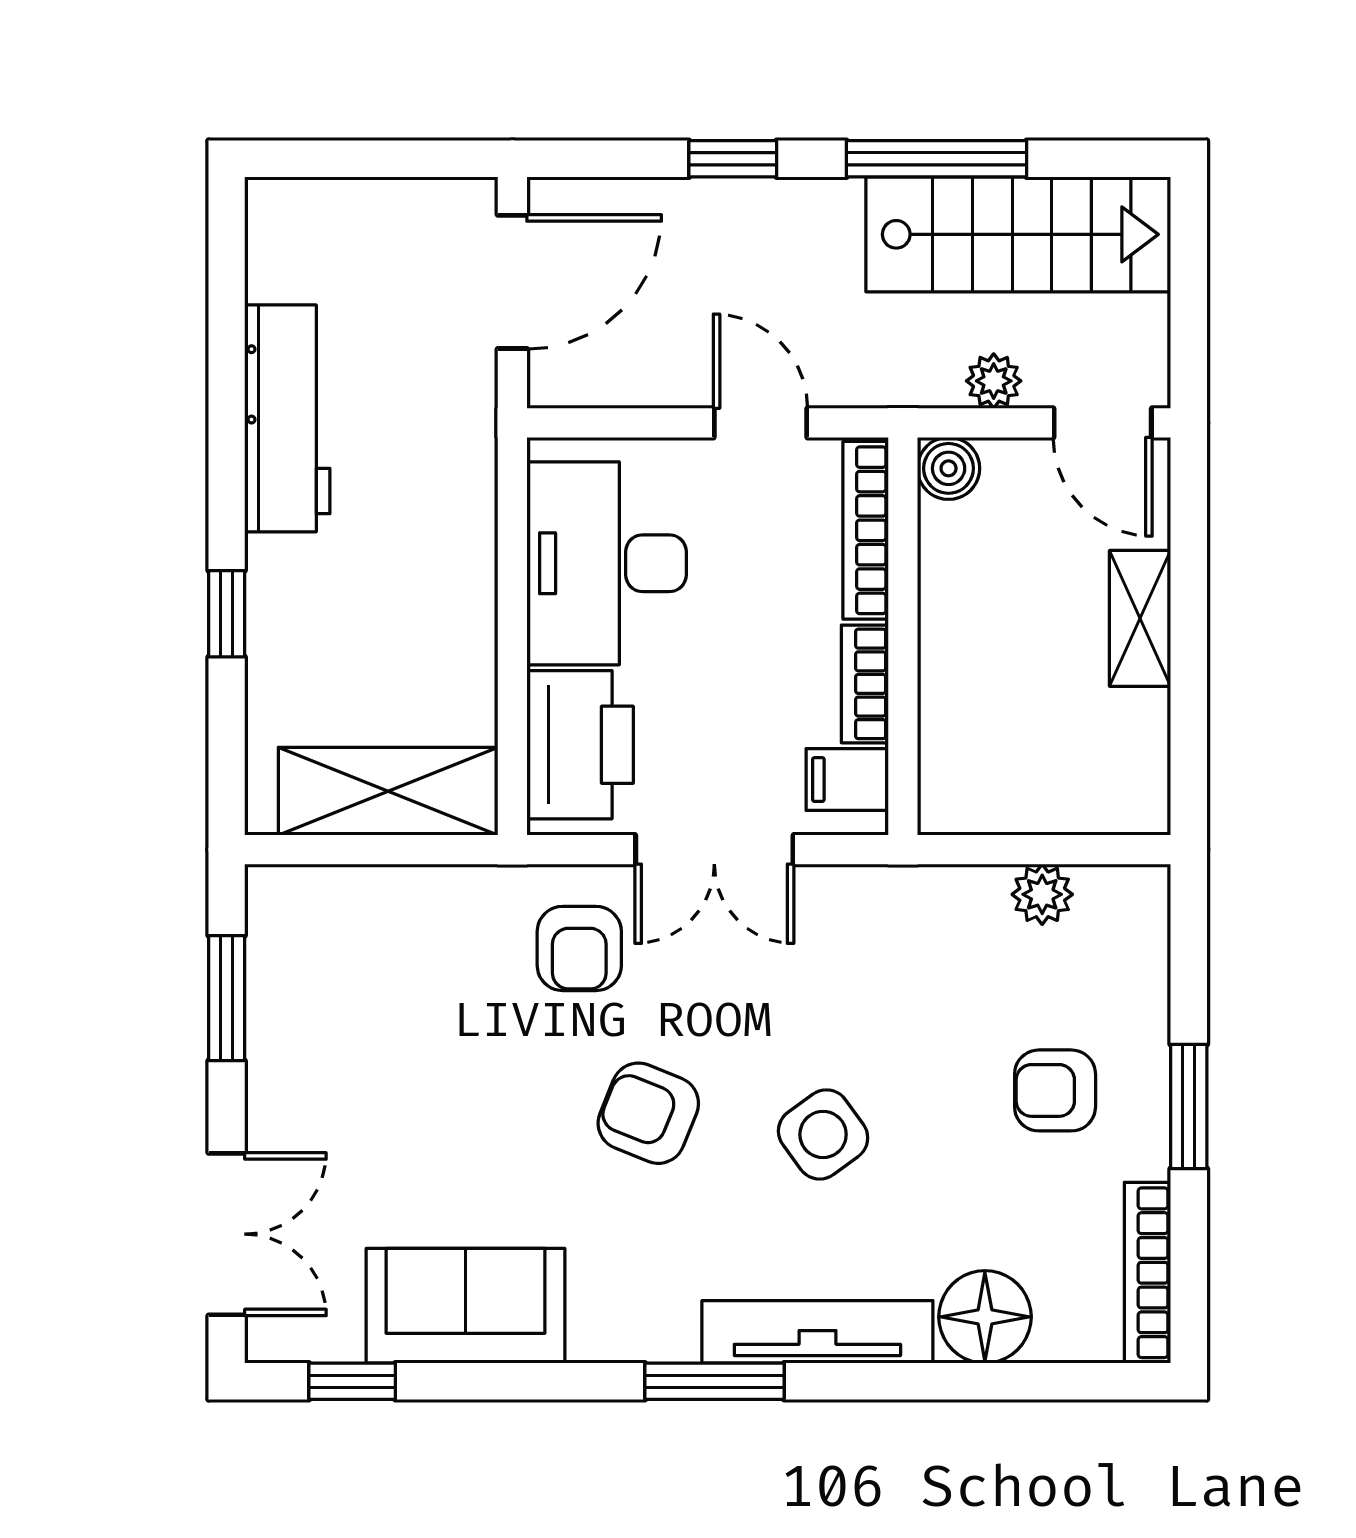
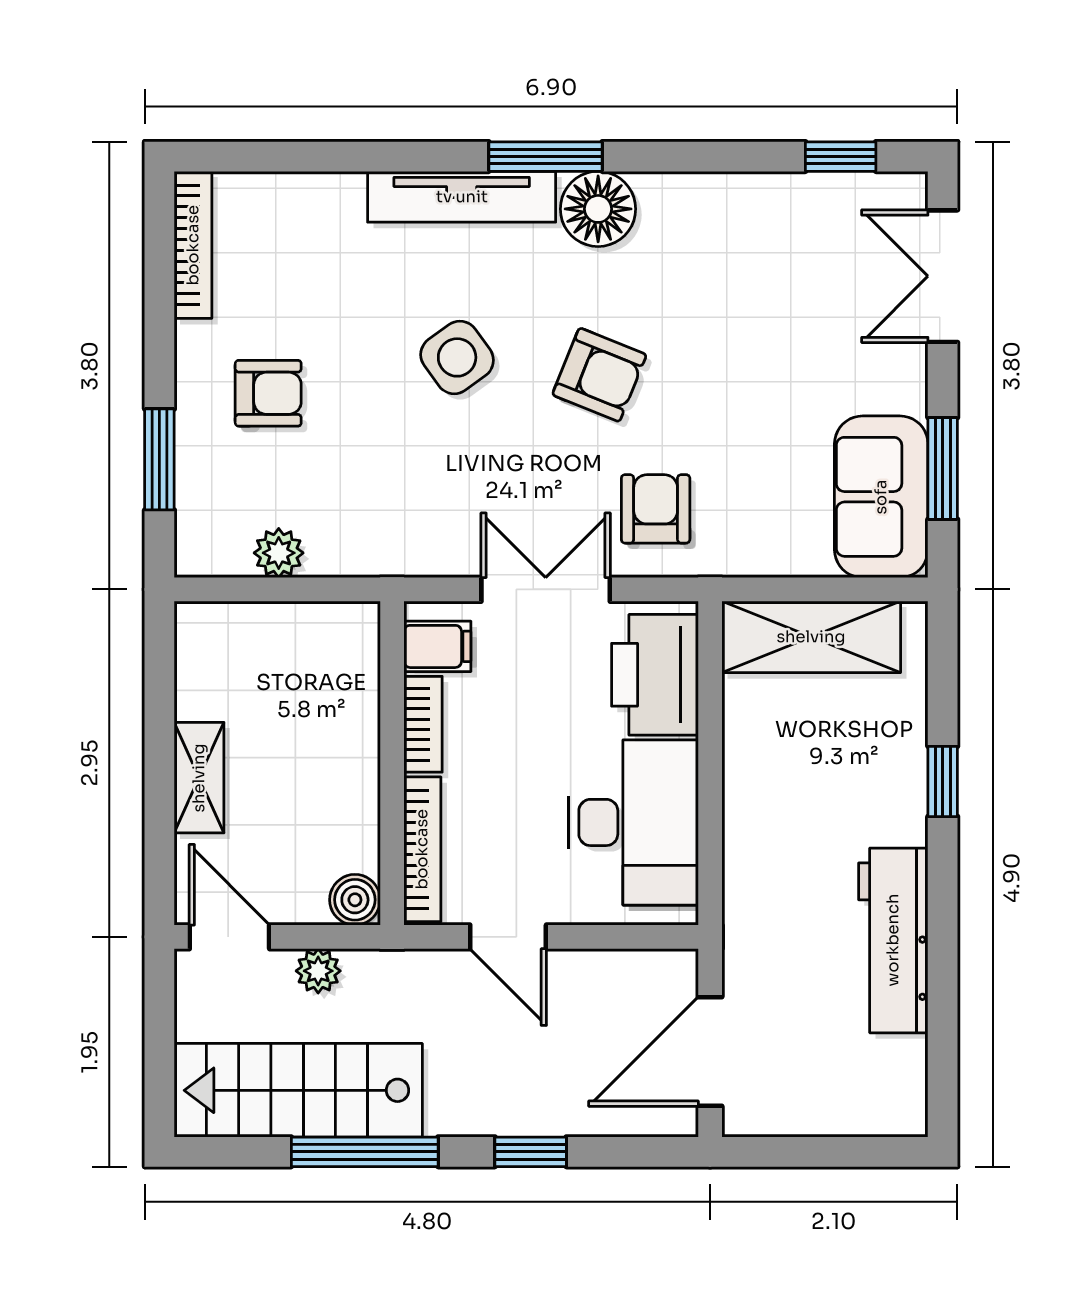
window: (1189, 1107) -> (159, 459), moved
sofa: (466, 1306) -> (881, 497), moved, turned 90
floor lamp: (985, 1317) -> (598, 209), moved

